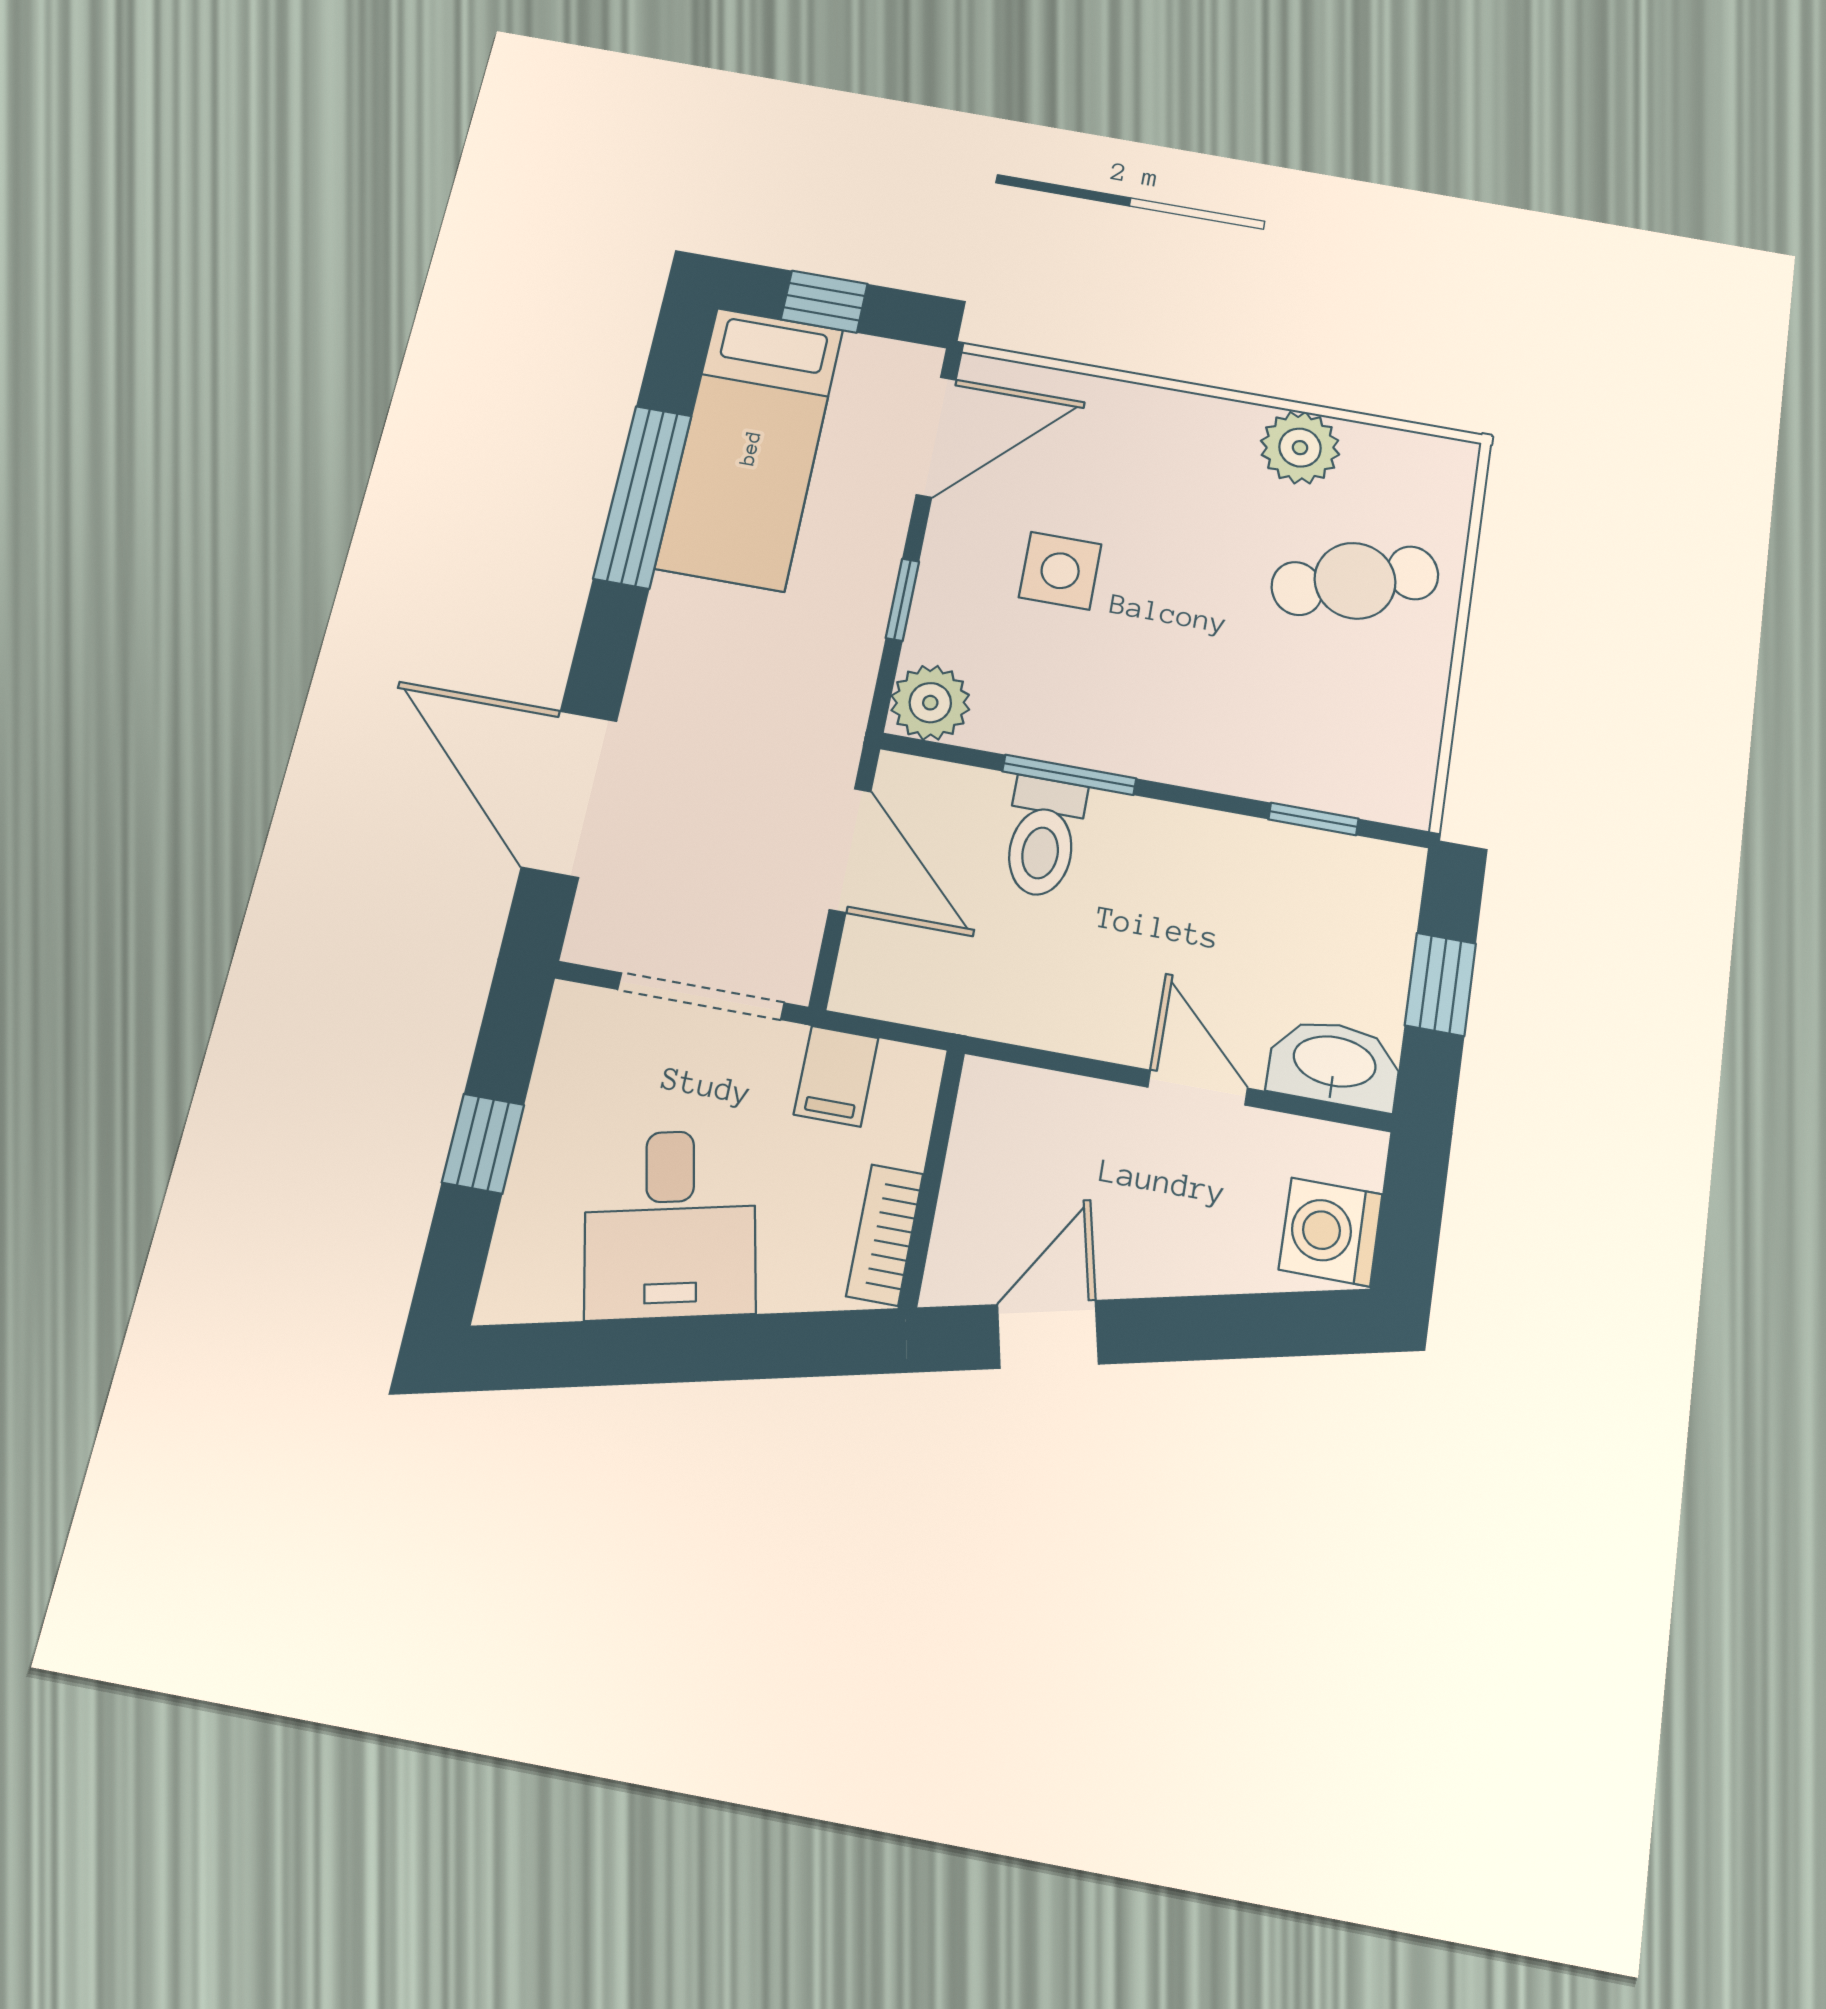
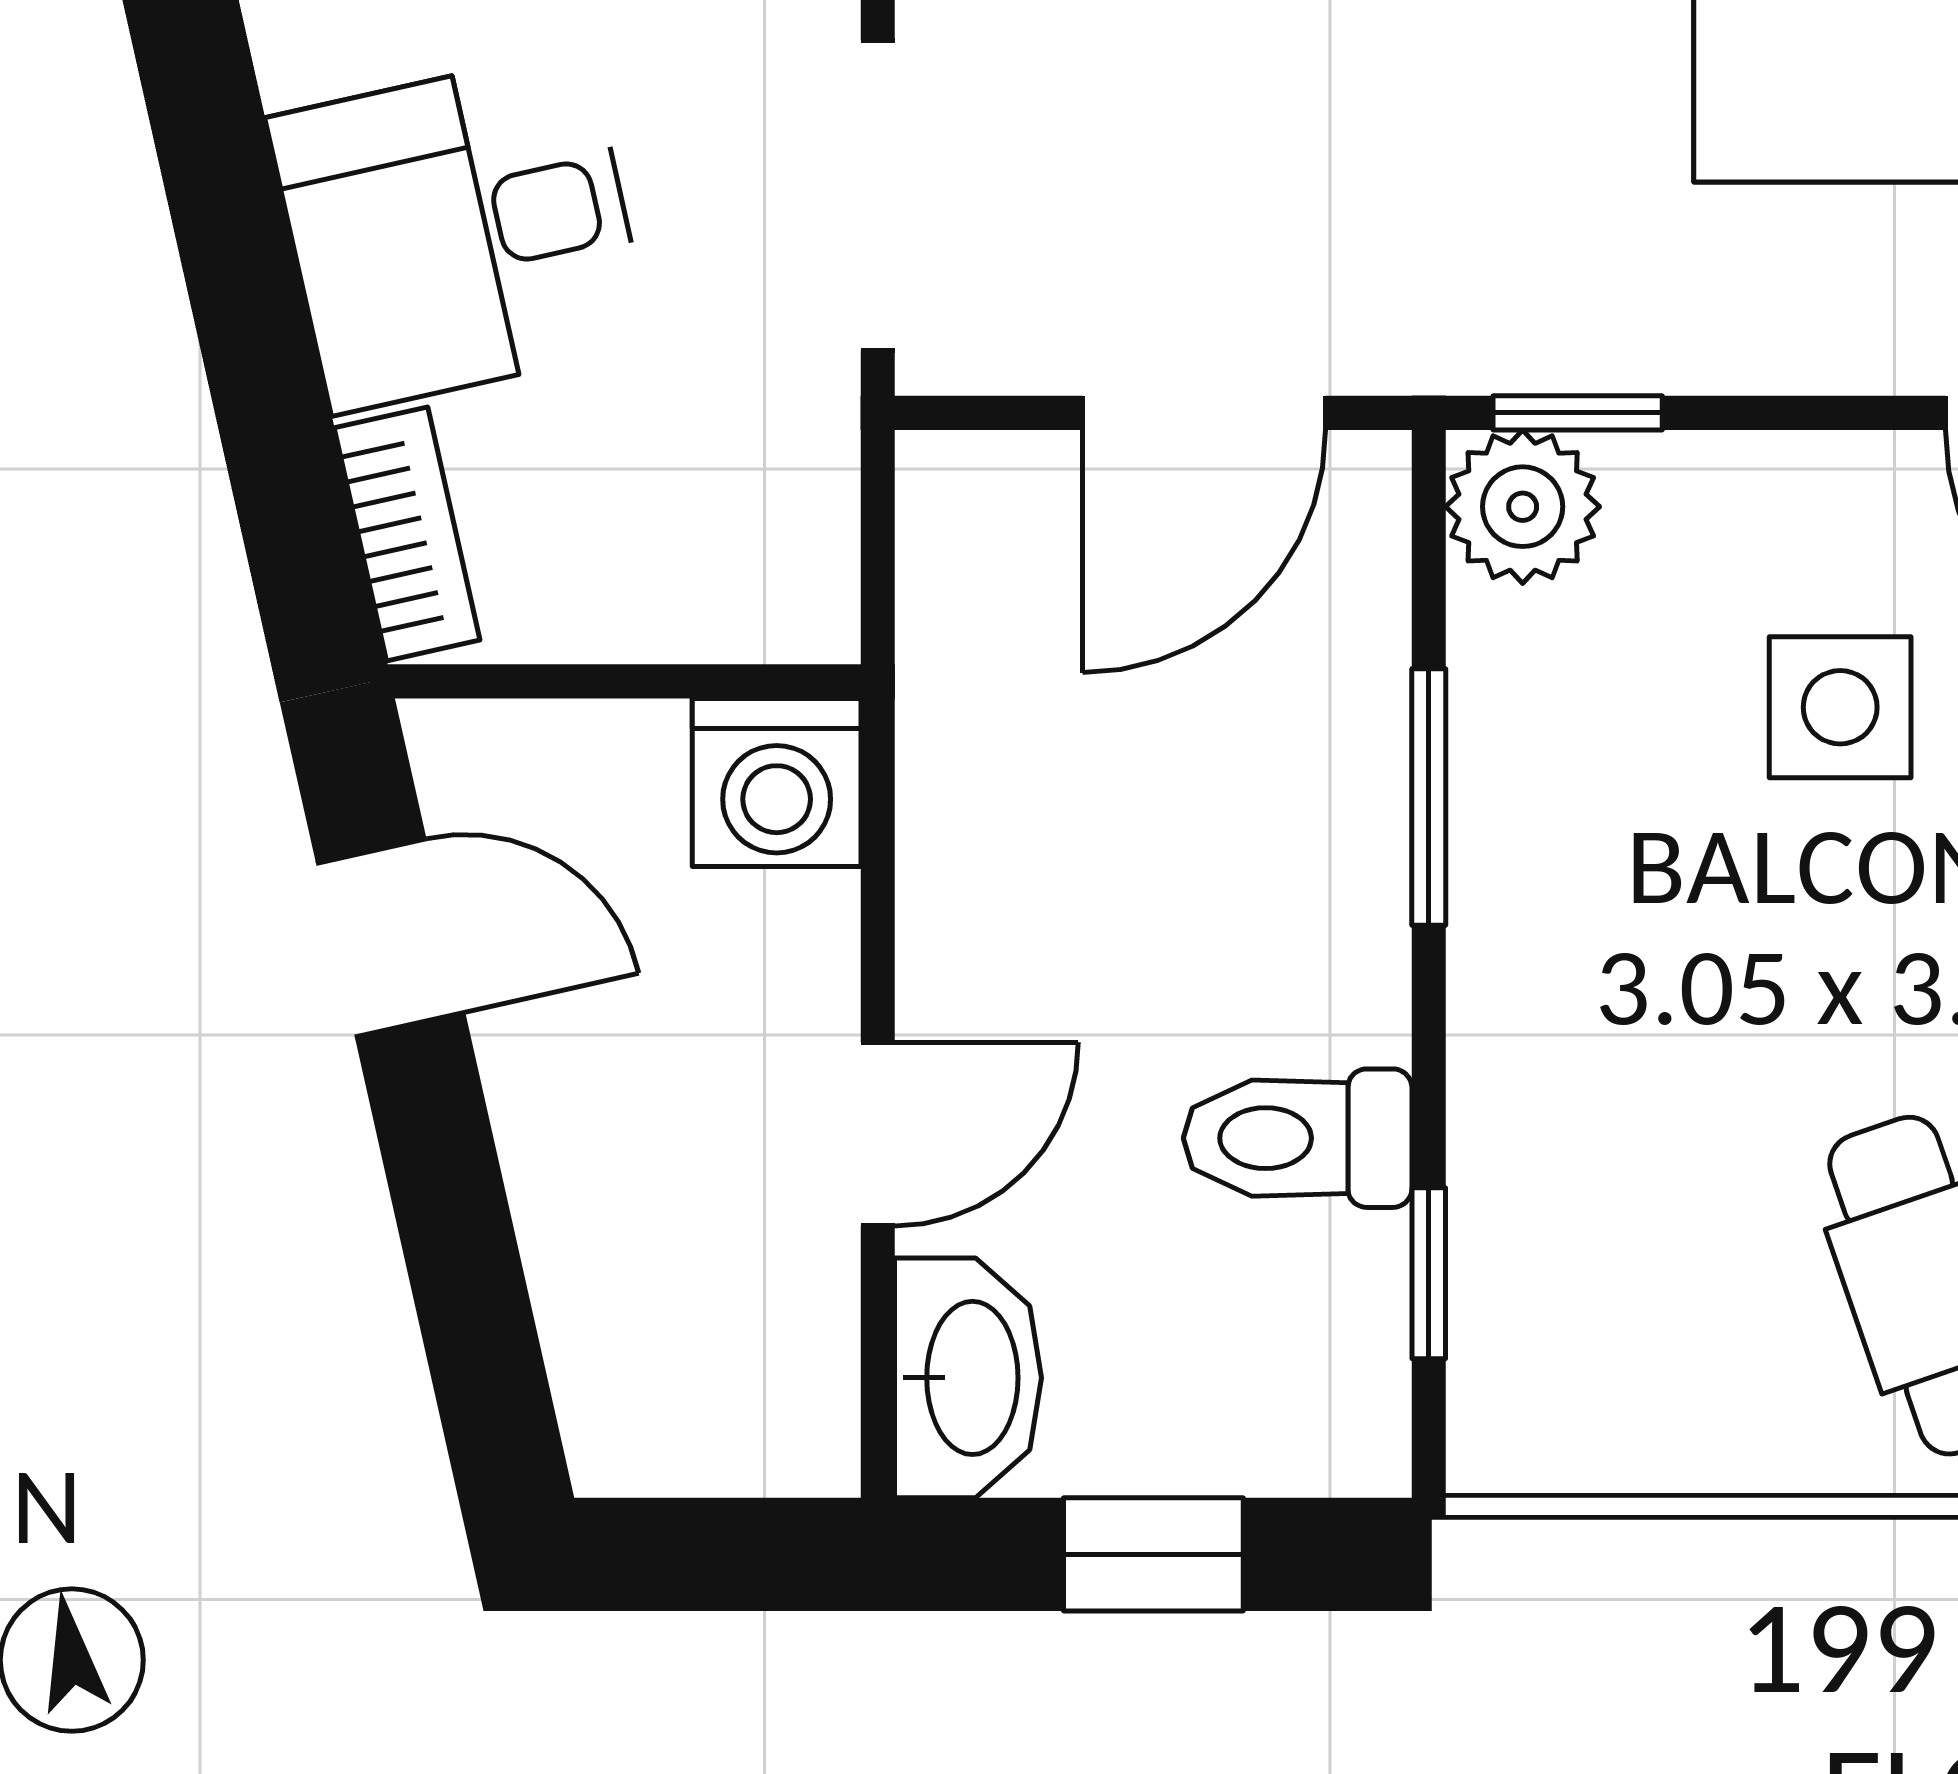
window: (902, 600) -> (1578, 413), moved
toilet: (1043, 837) -> (1298, 1138), moved
filing cabinet: (836, 1076) -> (777, 472), removed
washing machine: (1331, 1232) -> (777, 782), moved, turned 180
bookcase: (885, 1235) -> (407, 534), moved, turned 77

